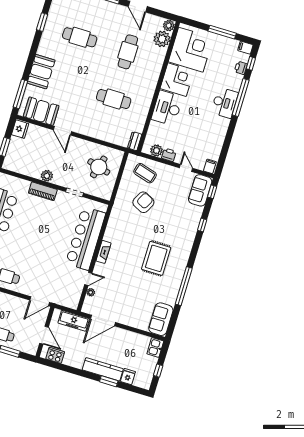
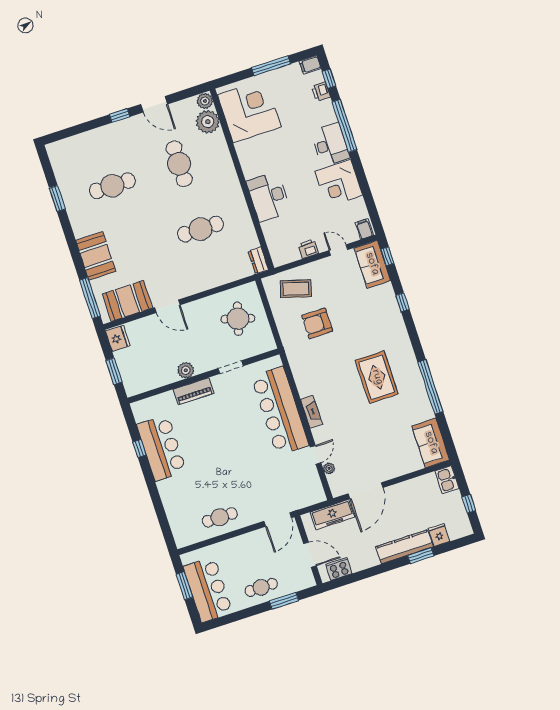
corner desk: (177, 80) -> (339, 183), moved, turned 180
plant: (156, 150) -> (291, 254), removed
armchair: (143, 202) -> (317, 323), turned -117

